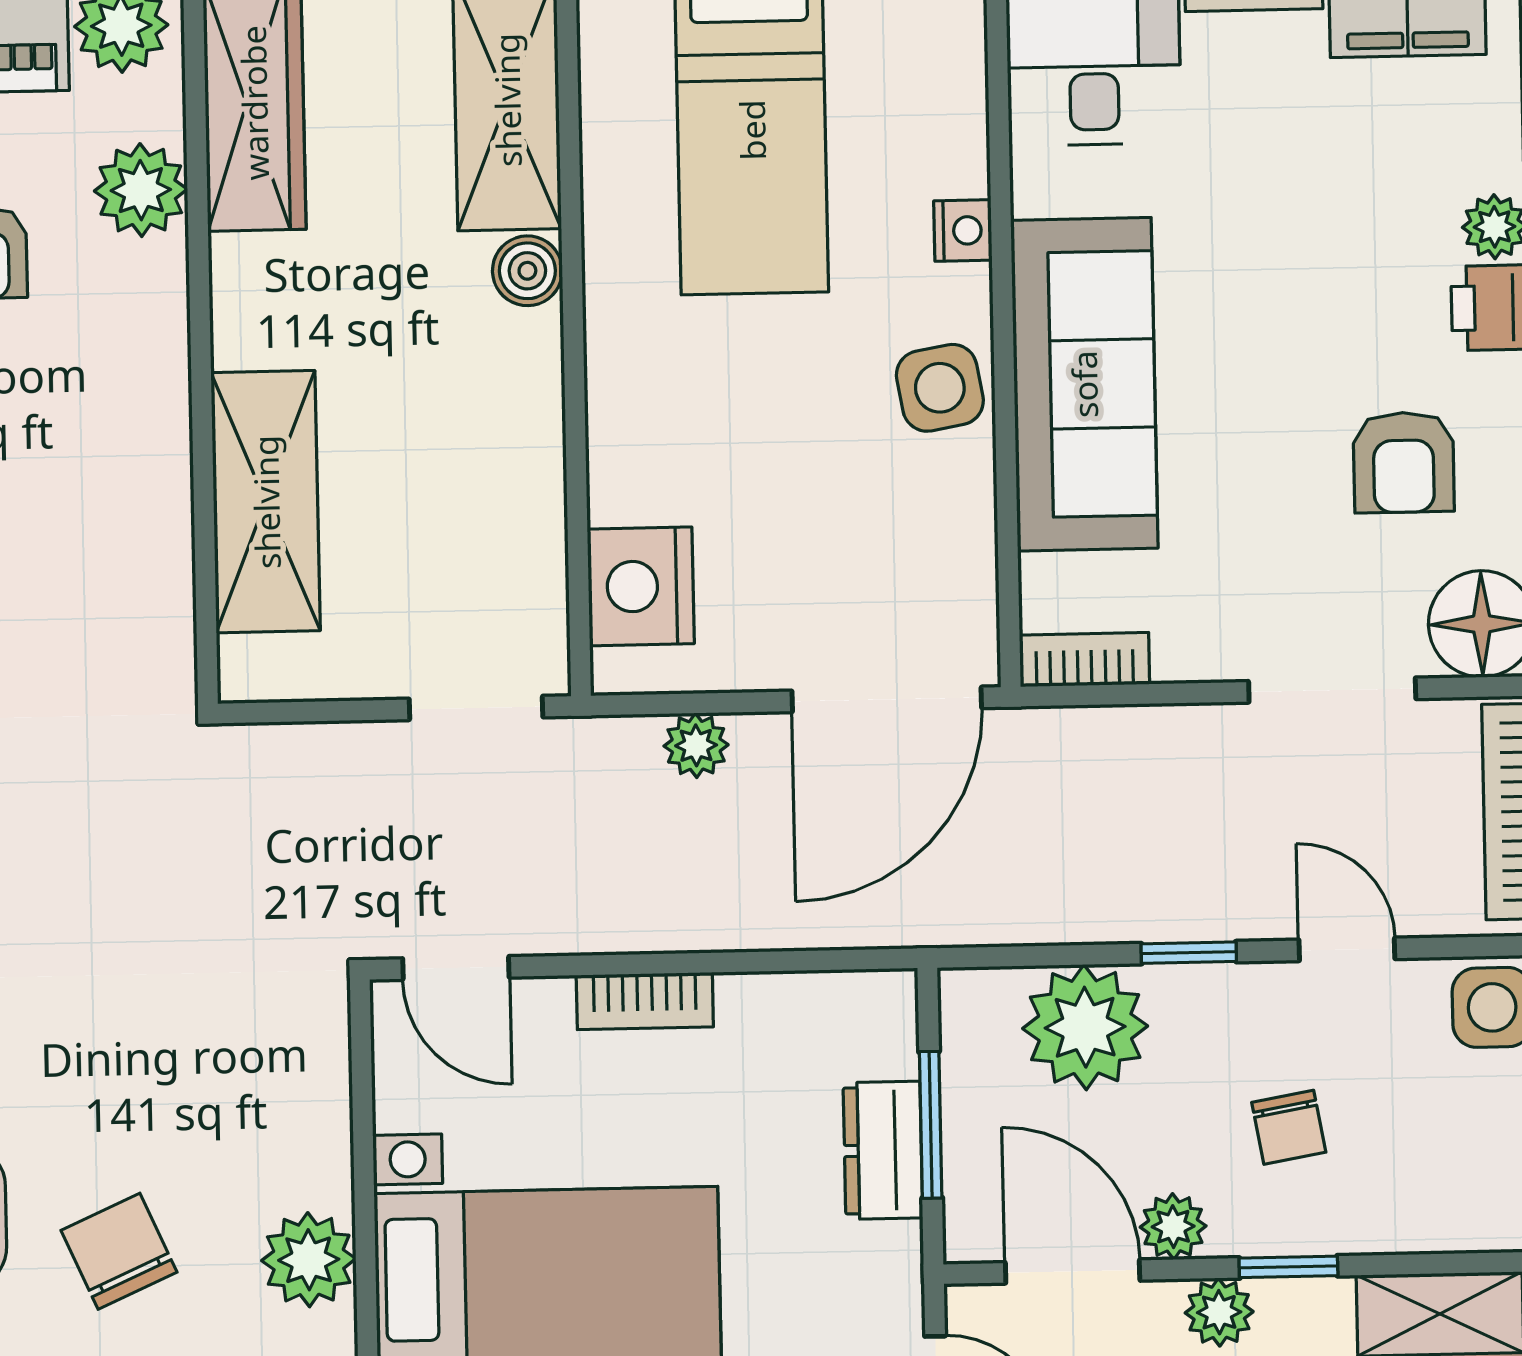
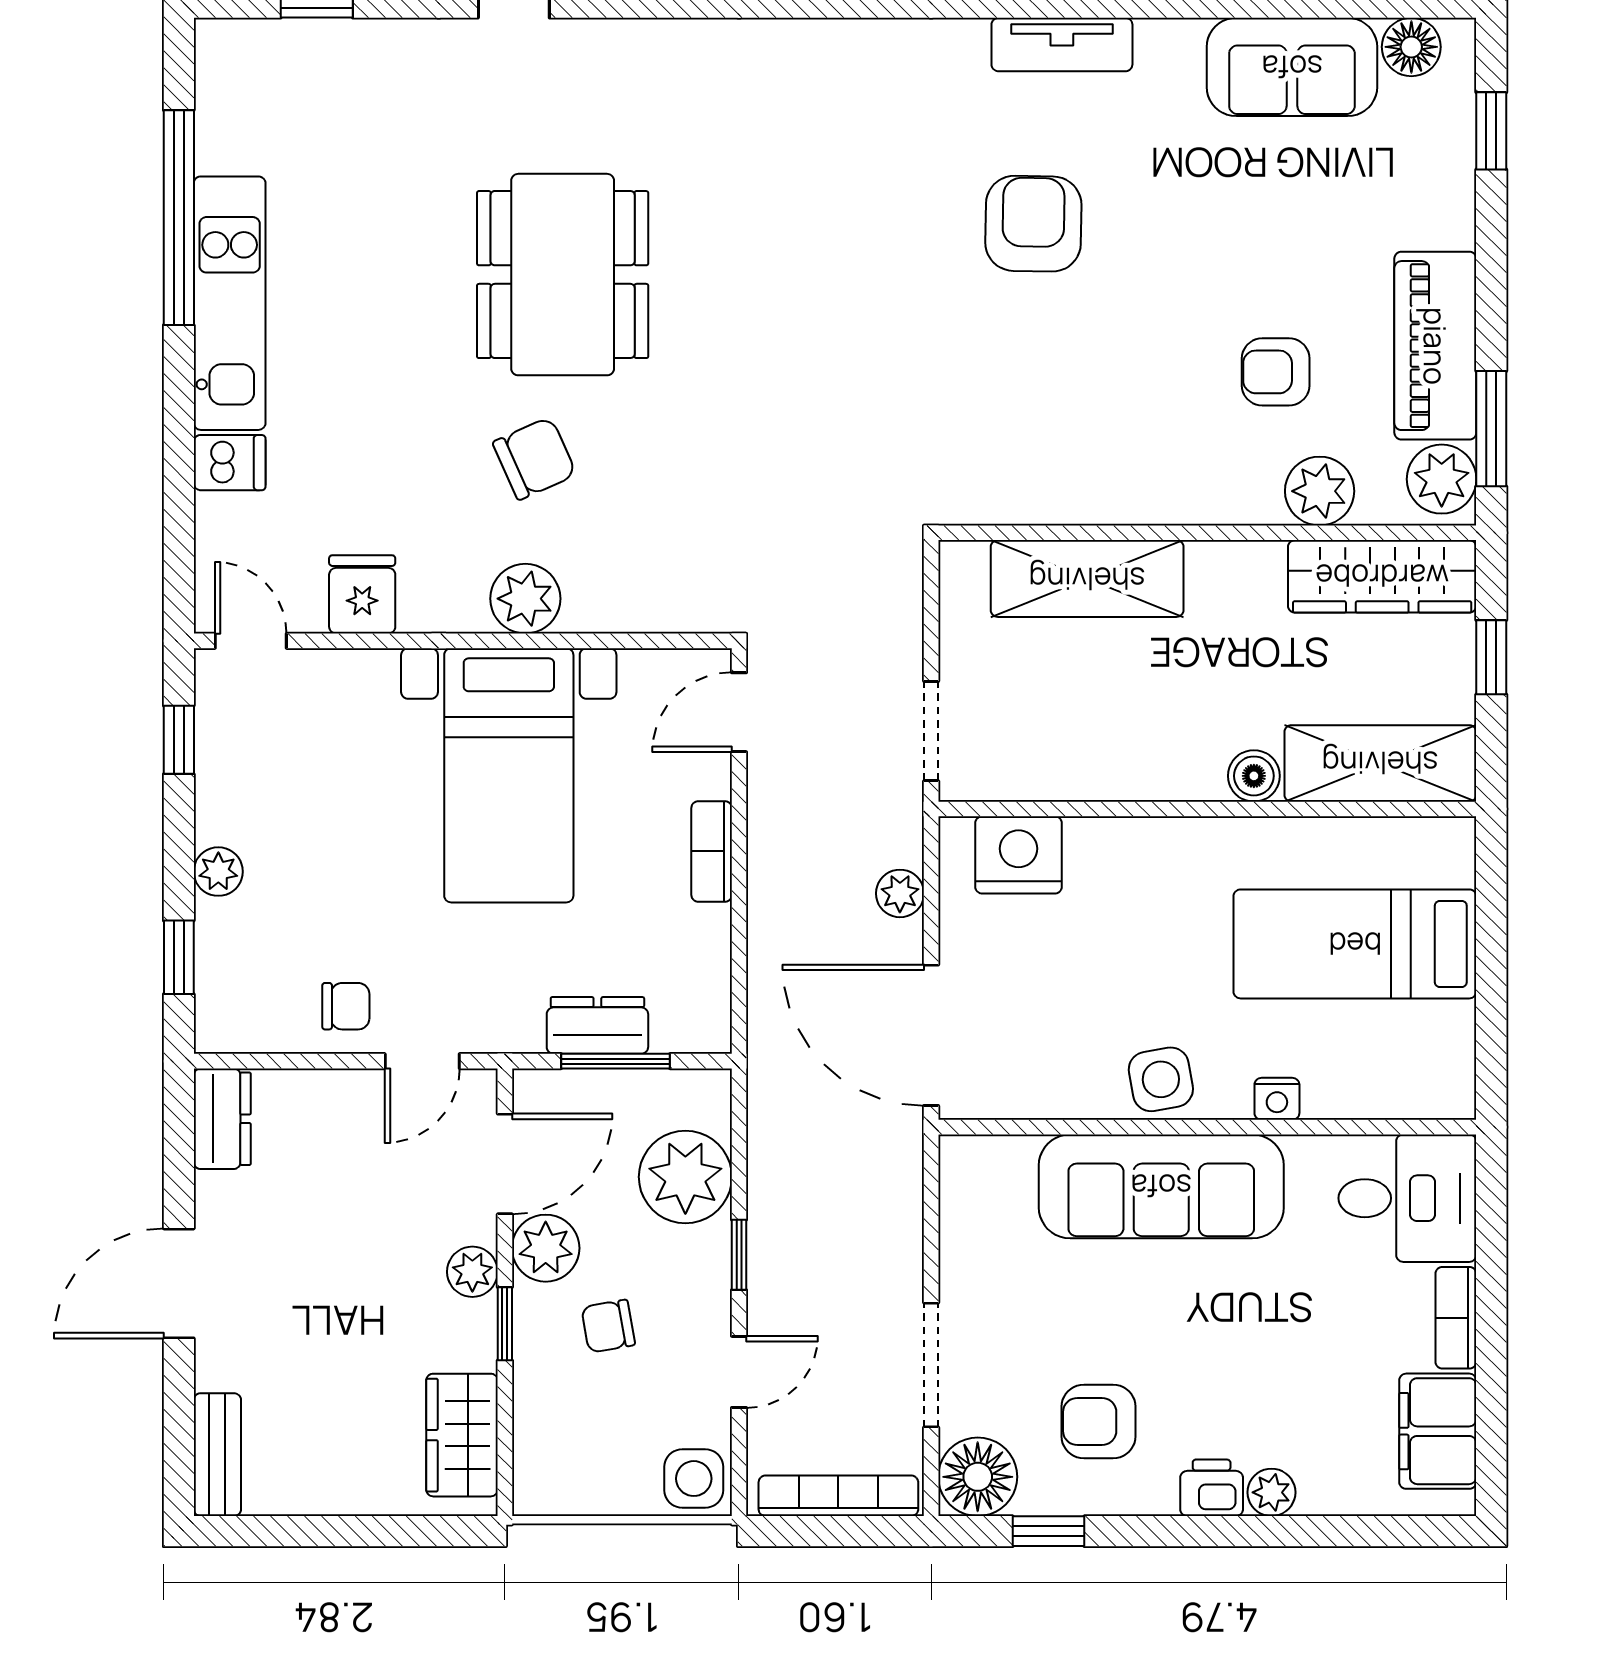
bookcase: (1085, 660) -> (957, 1182), removed
plant: (1173, 1227) -> (546, 1248), width x1.38, depth x1.38

